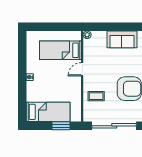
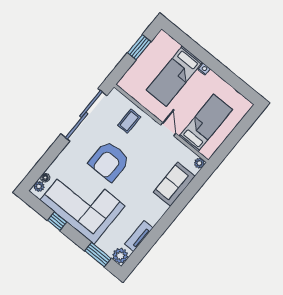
sofa: (122, 39) -> (174, 184), moved
bed: (48, 112) -> (174, 76), moved
window: (61, 126) -> (139, 47), moved

